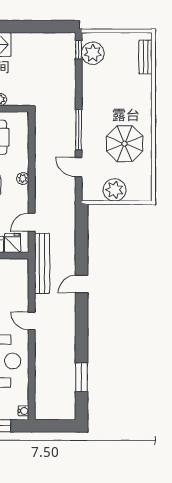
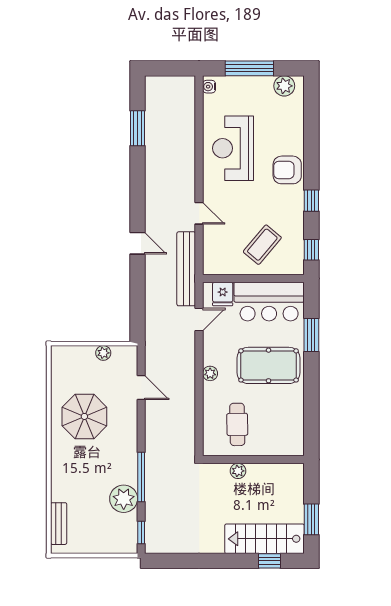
plant: (93, 53) -> (124, 499), moved
window: (79, 130) -> (141, 477), moved
plant: (115, 190) -> (103, 353), width x0.53, depth x0.53
door: (82, 284) -> (138, 243), hinge flipped
door: (32, 321) -> (199, 213), moved

